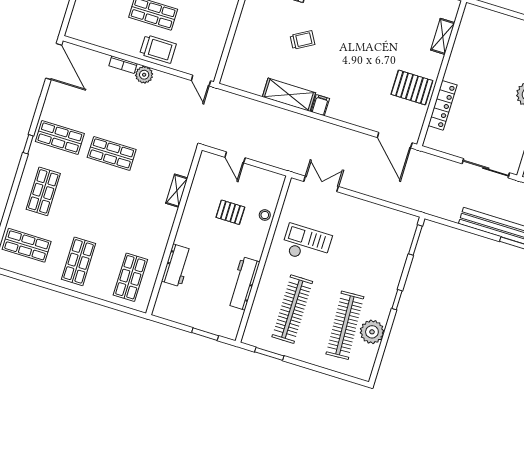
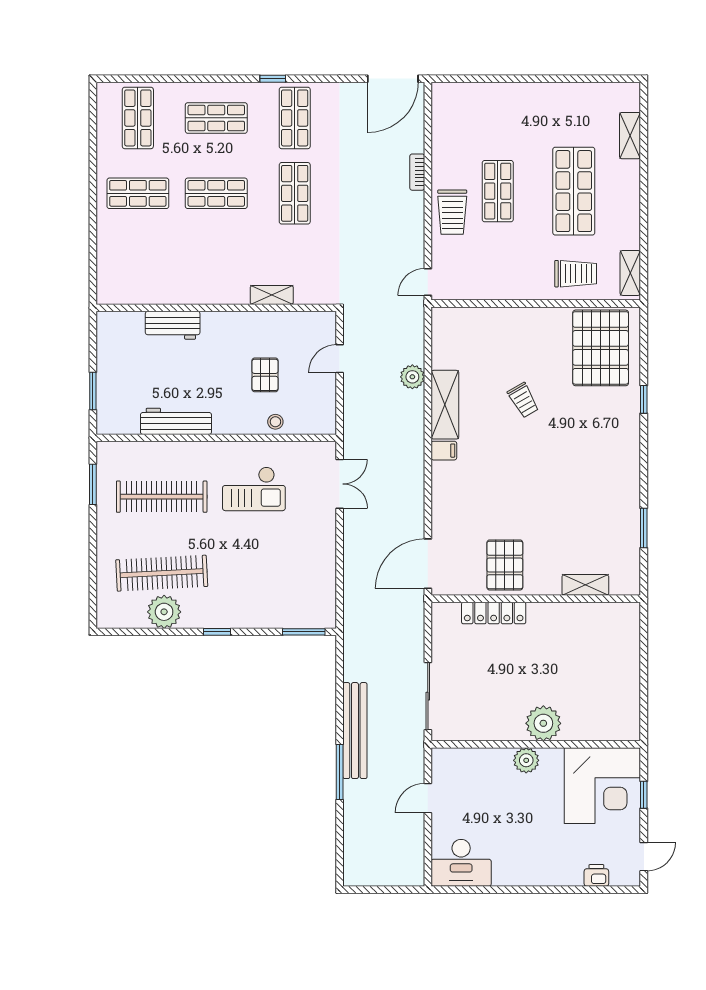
plant: (144, 75) -> (412, 377), moved
checkout: (306, 244) -> (254, 489), turned 90
shop shelf: (130, 277) -> (216, 193), moved

